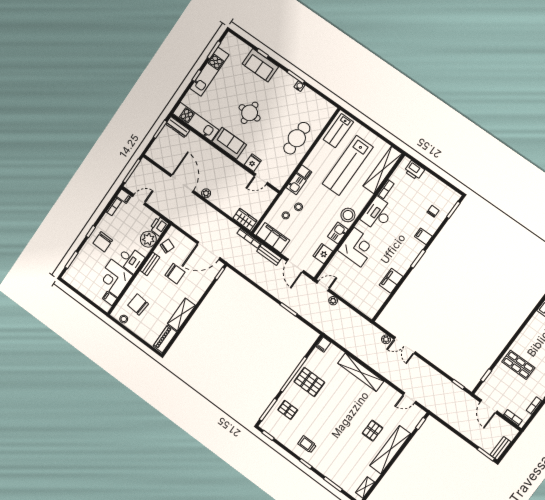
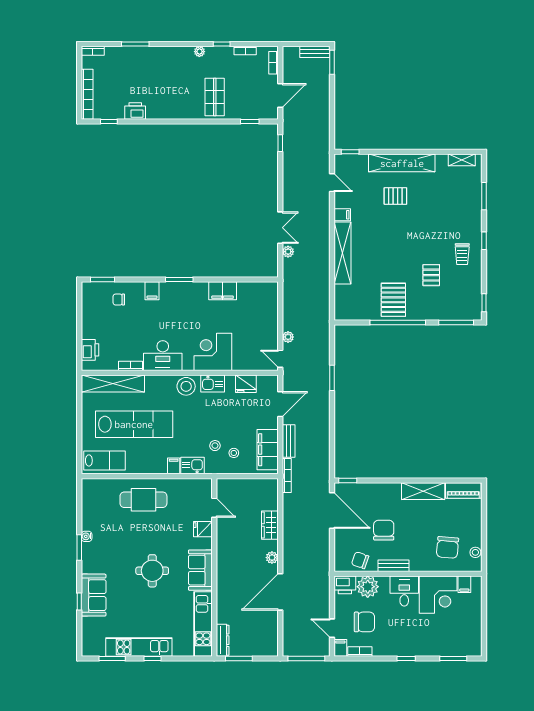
wardrobe: (245, 220) -> (270, 525), moved
chair: (103, 242) -> (364, 622), moved
filing cabinet: (323, 345) -> (342, 215), moved
pallet: (288, 410) -> (431, 275), moved

